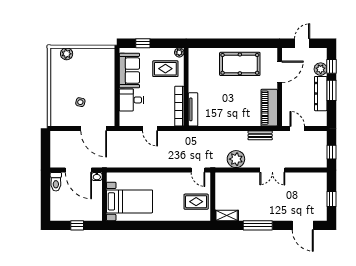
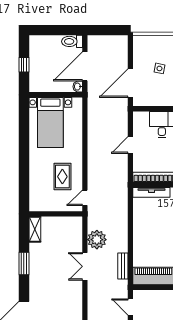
door: (297, 129) -> (130, 307), swing flipped
double door: (272, 170) -> (85, 266), moved
rug: (196, 202) -> (62, 177), moved
window: (258, 225) -> (24, 263), width x0.69

